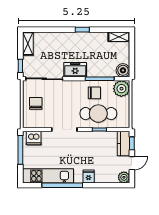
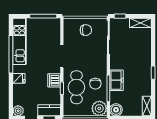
freezer: (75, 70) -> (117, 80), moved
dishwasher: (34, 138) -> (54, 80), moved

